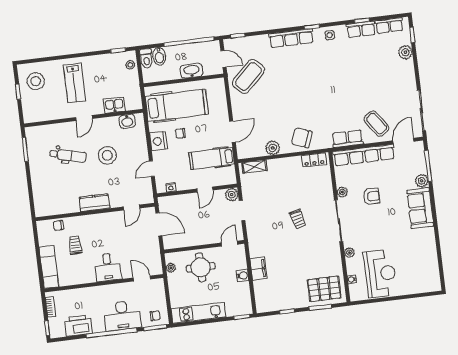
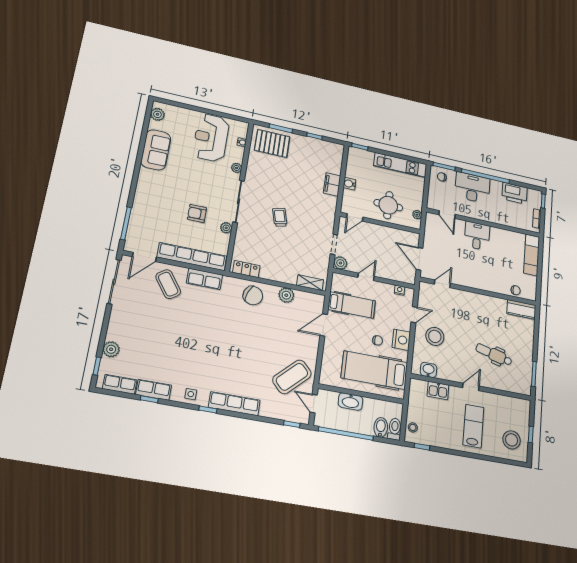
stool: (107, 155) -> (435, 336), moved
plant: (422, 181) -> (157, 114), moved
kitchen counter: (94, 203) -> (521, 309), moved
sofa: (420, 208) -> (156, 150), moved
trolley: (75, 245) -> (503, 267), removed

